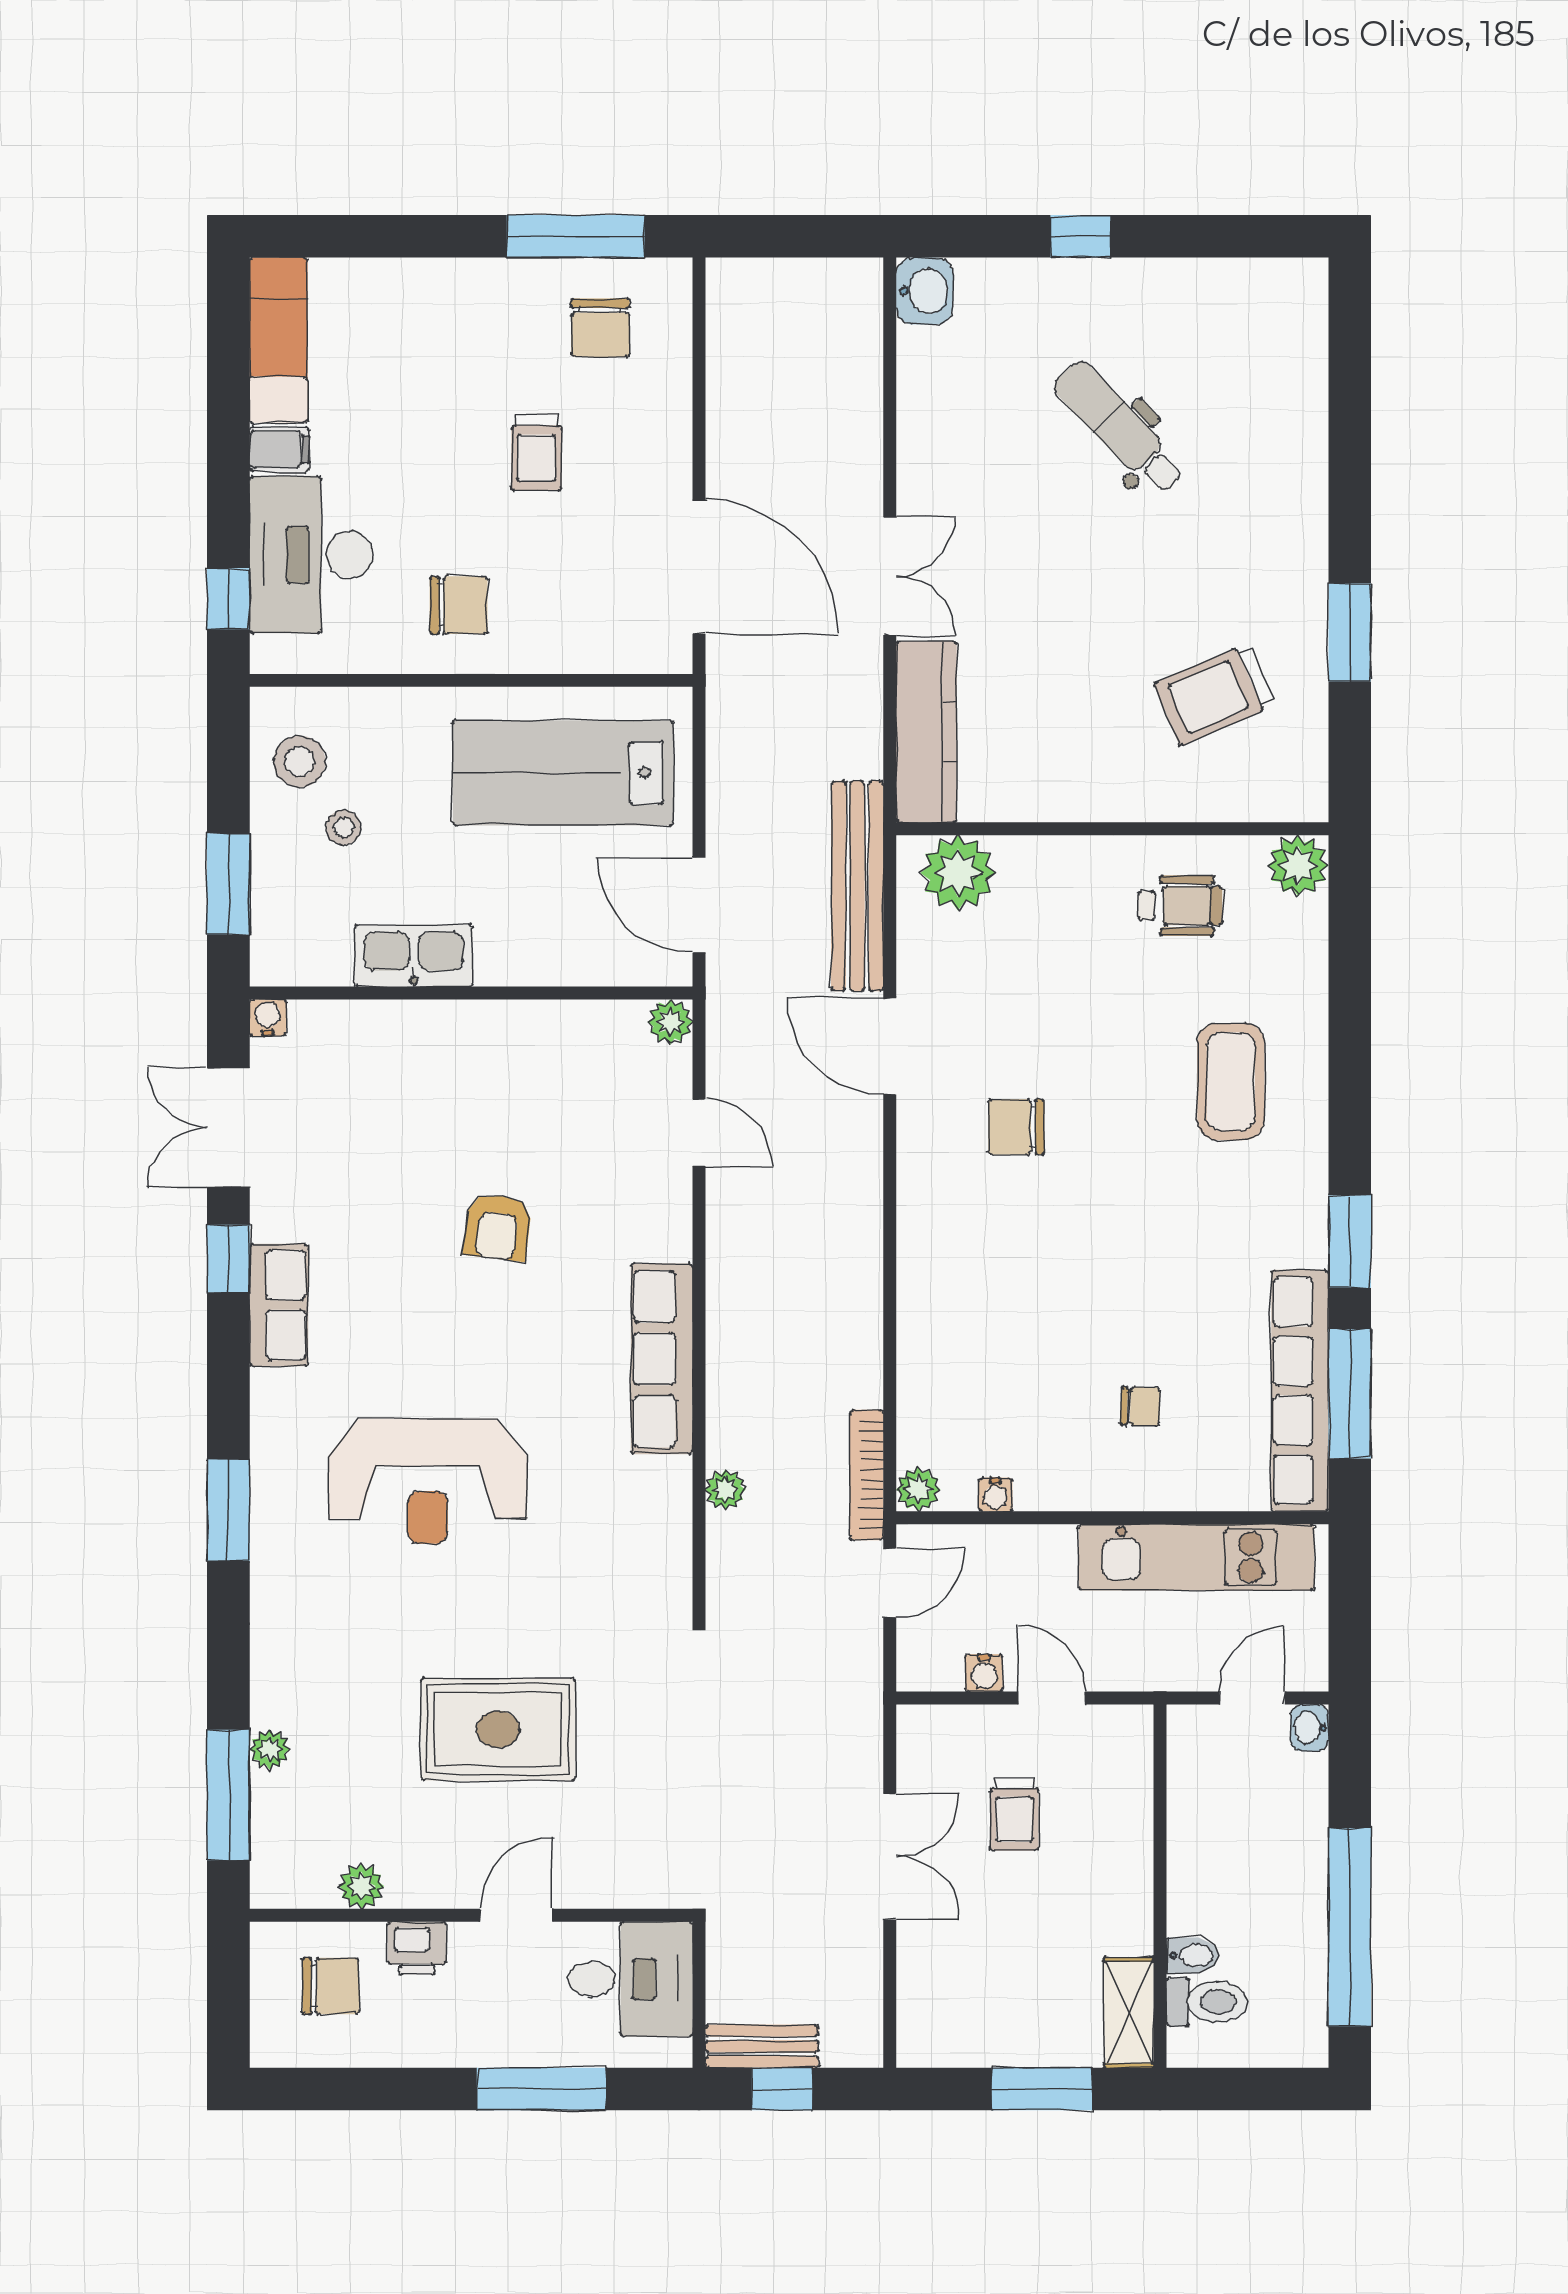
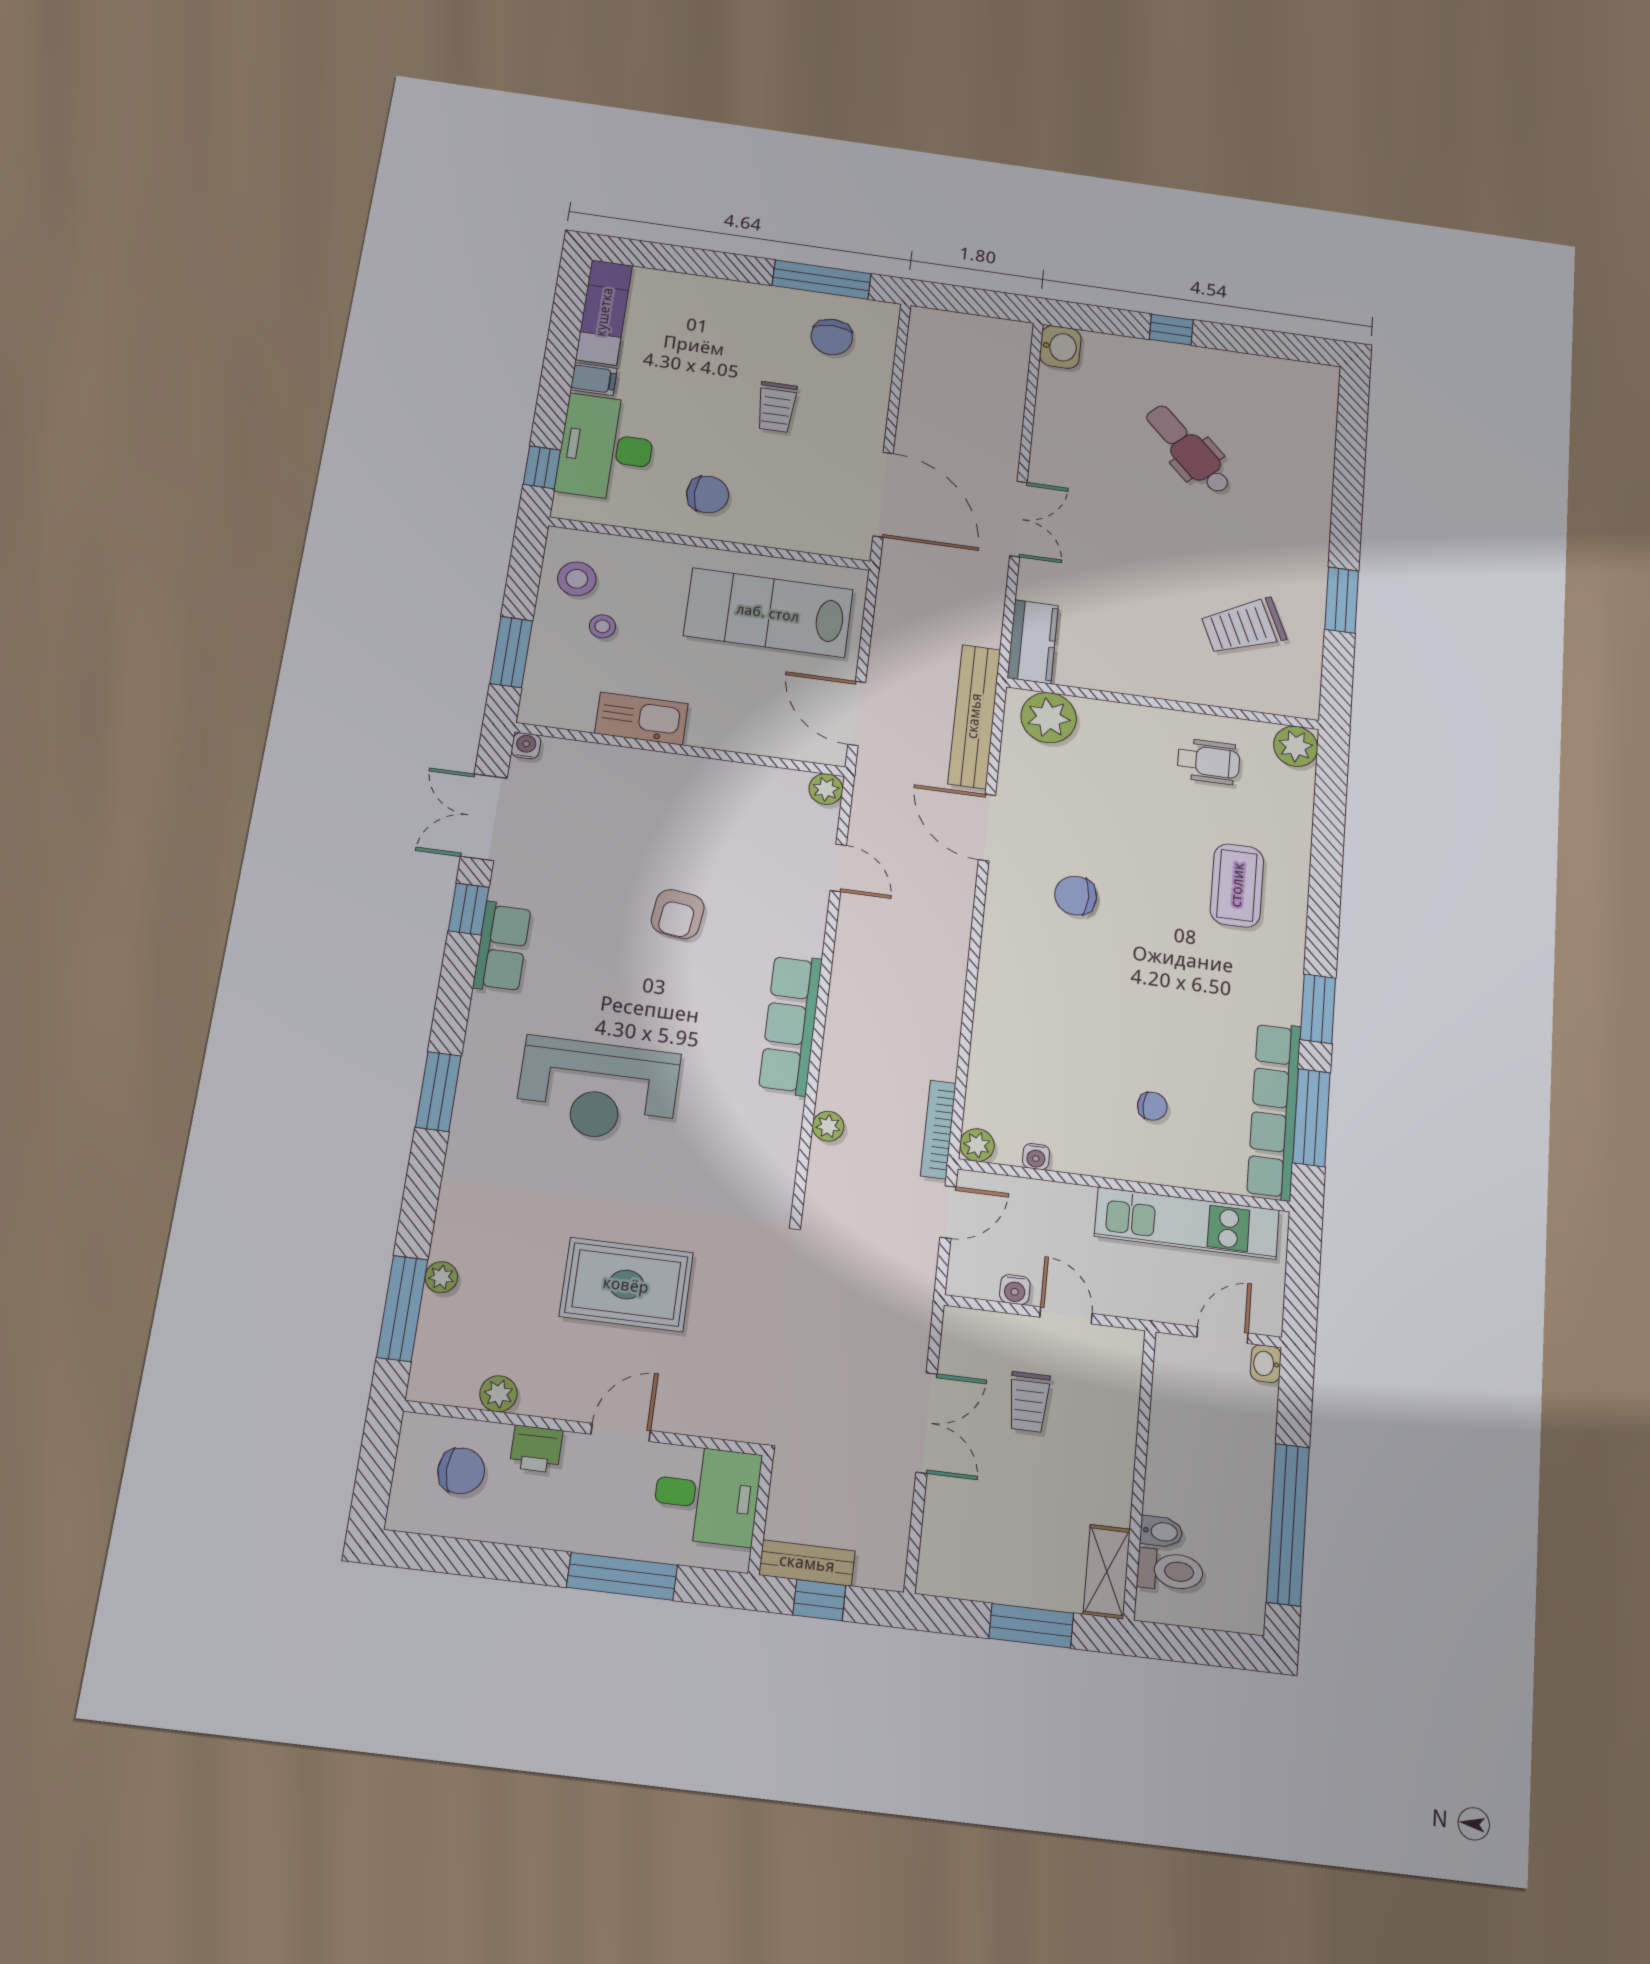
kitchen counter: (926, 732) -> (1033, 642), width x0.67

